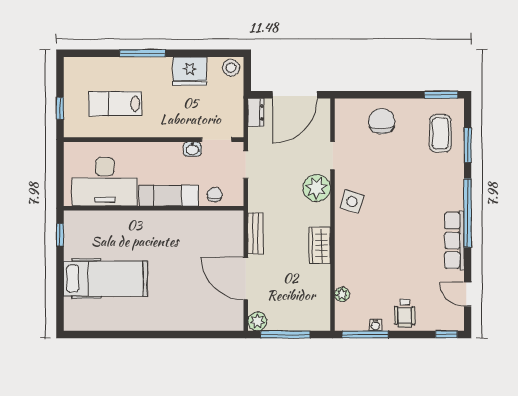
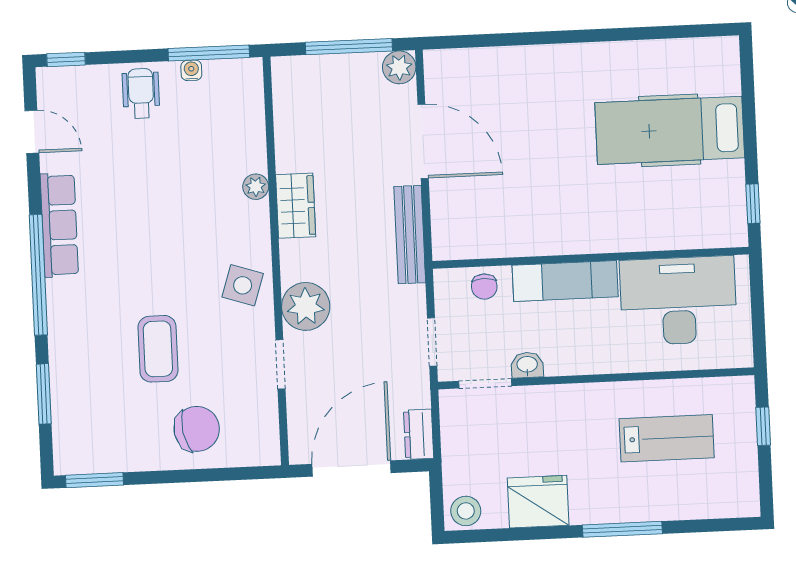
chair: (382, 121) -> (197, 429), turned -101
coffee table: (440, 133) -> (158, 349), moved
bench: (256, 233) -> (410, 235), width x1.36
plant: (342, 294) -> (256, 187), moved

